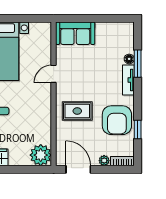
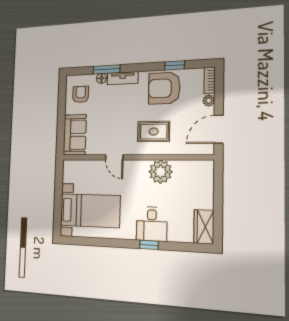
armchair: (114, 38) -> (81, 94), added
rug: (77, 111) -> (154, 132), turned 90
armchair: (117, 120) -> (164, 88), turned 180
plant: (41, 155) -> (161, 172), moved

